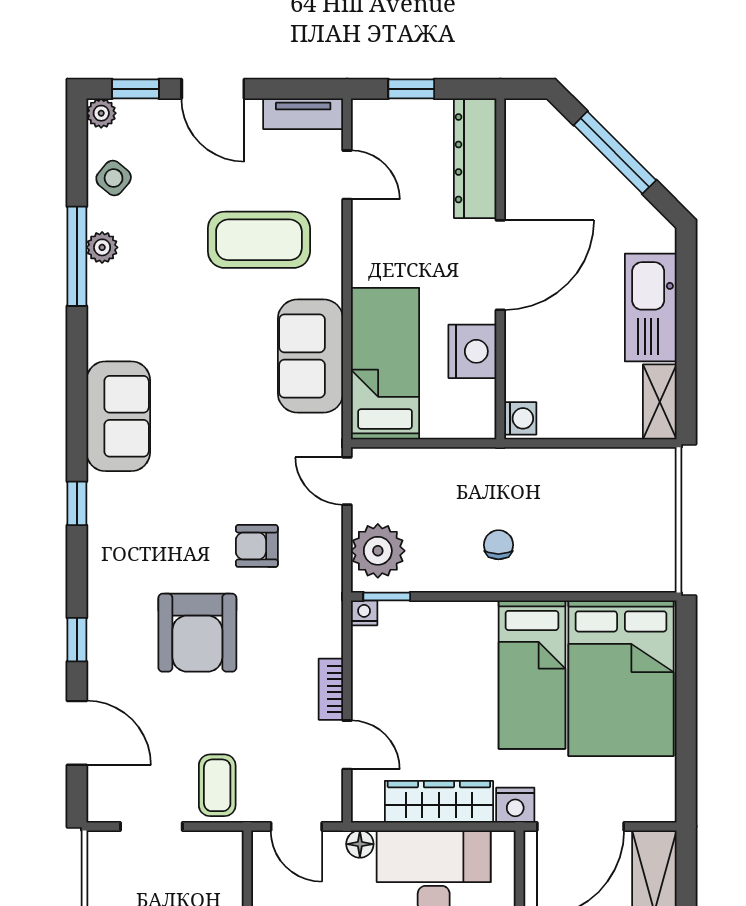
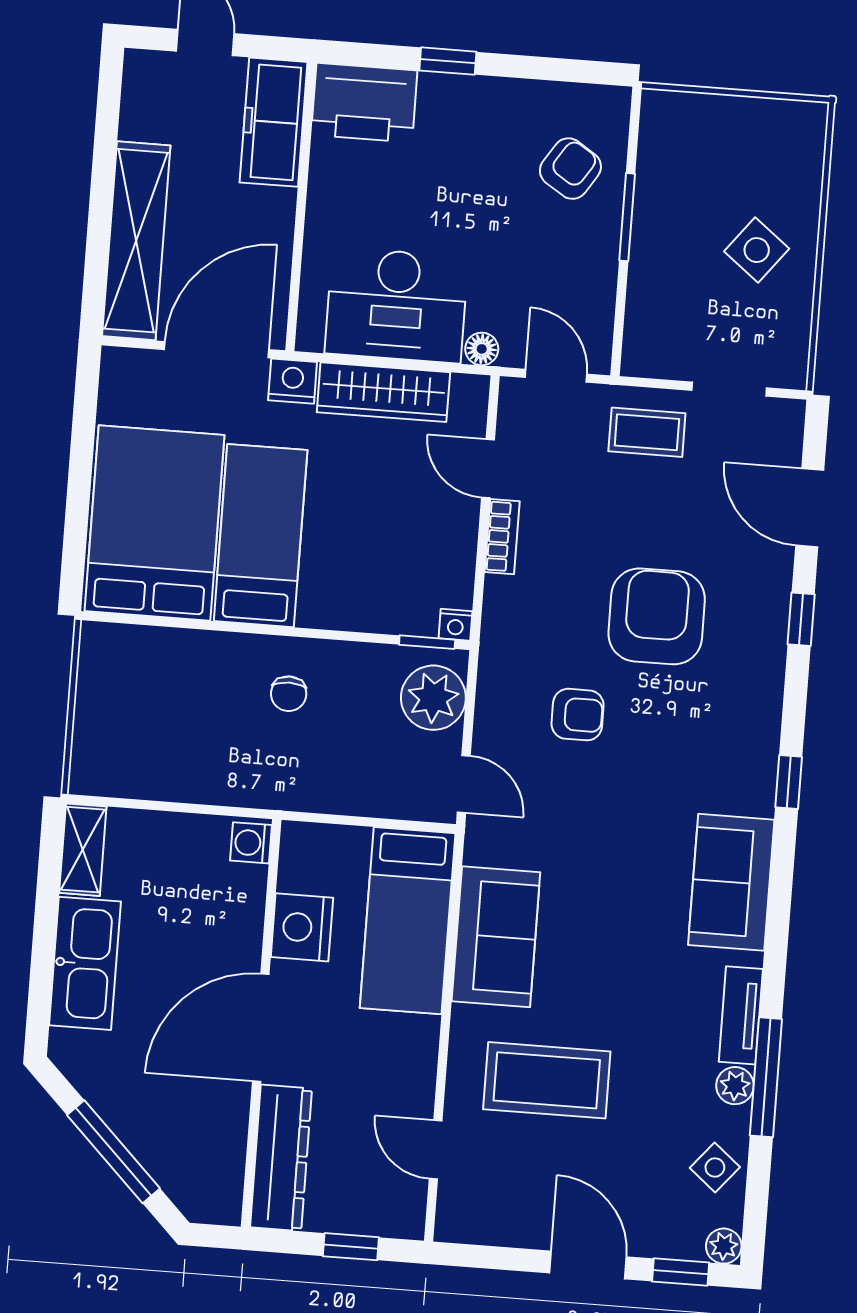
tv unit: (303, 114) -> (741, 1015), moved, turned -90
coffee table: (217, 785) -> (647, 432), turned 90

